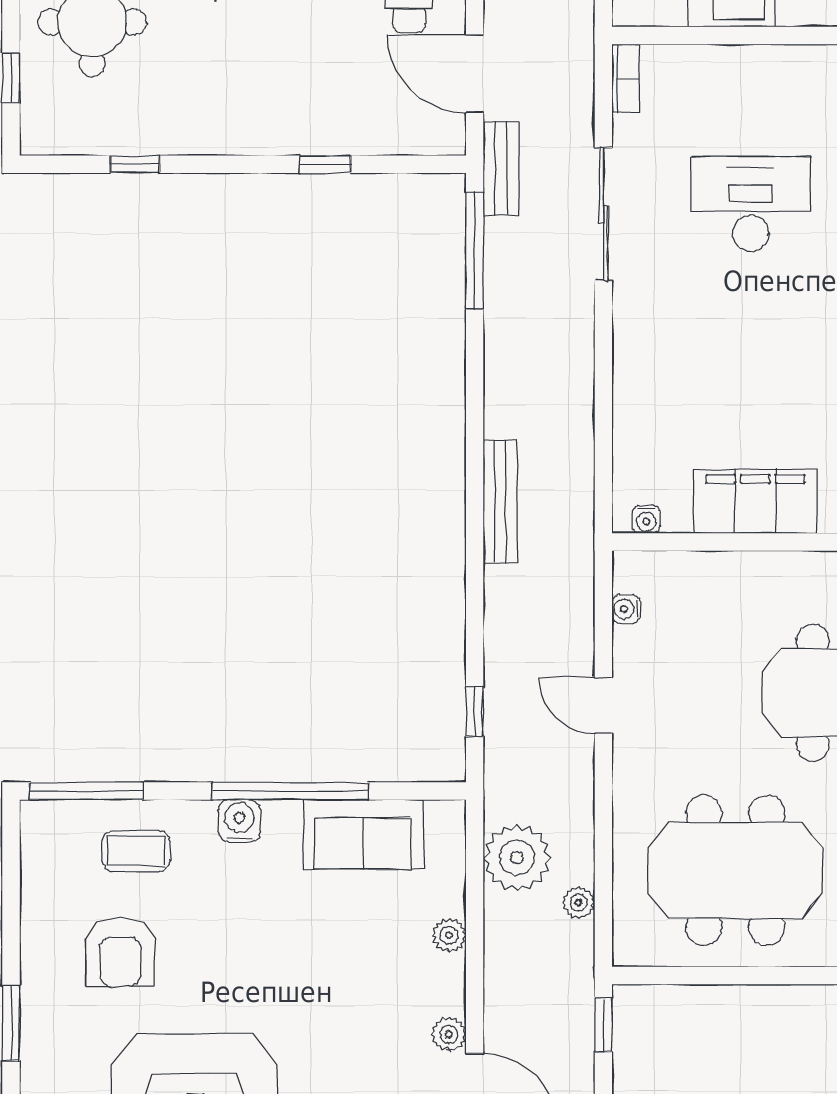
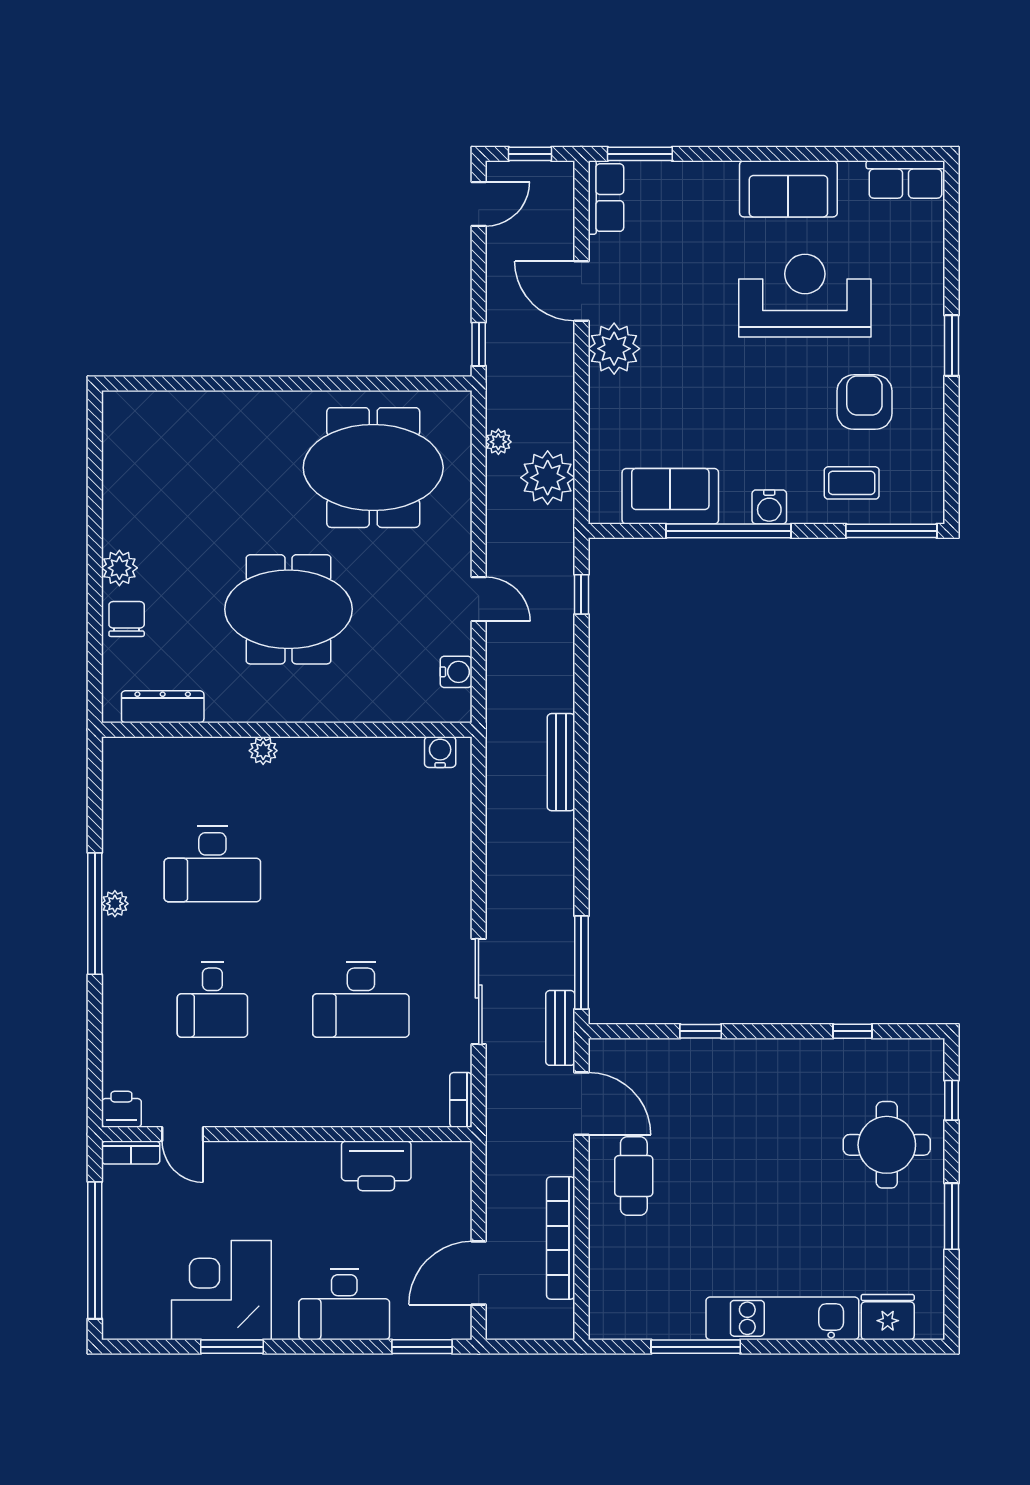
filing cabinet: (755, 501) -> (357, 762), removed
water cooler: (646, 519) -> (440, 752), width x1.38, depth x1.38
water cooler: (626, 609) -> (456, 672), width x1.38, depth x1.38
plant: (449, 935) -> (602, 416), removed
plant: (449, 1034) -> (614, 349), width x1.87, depth x1.87

